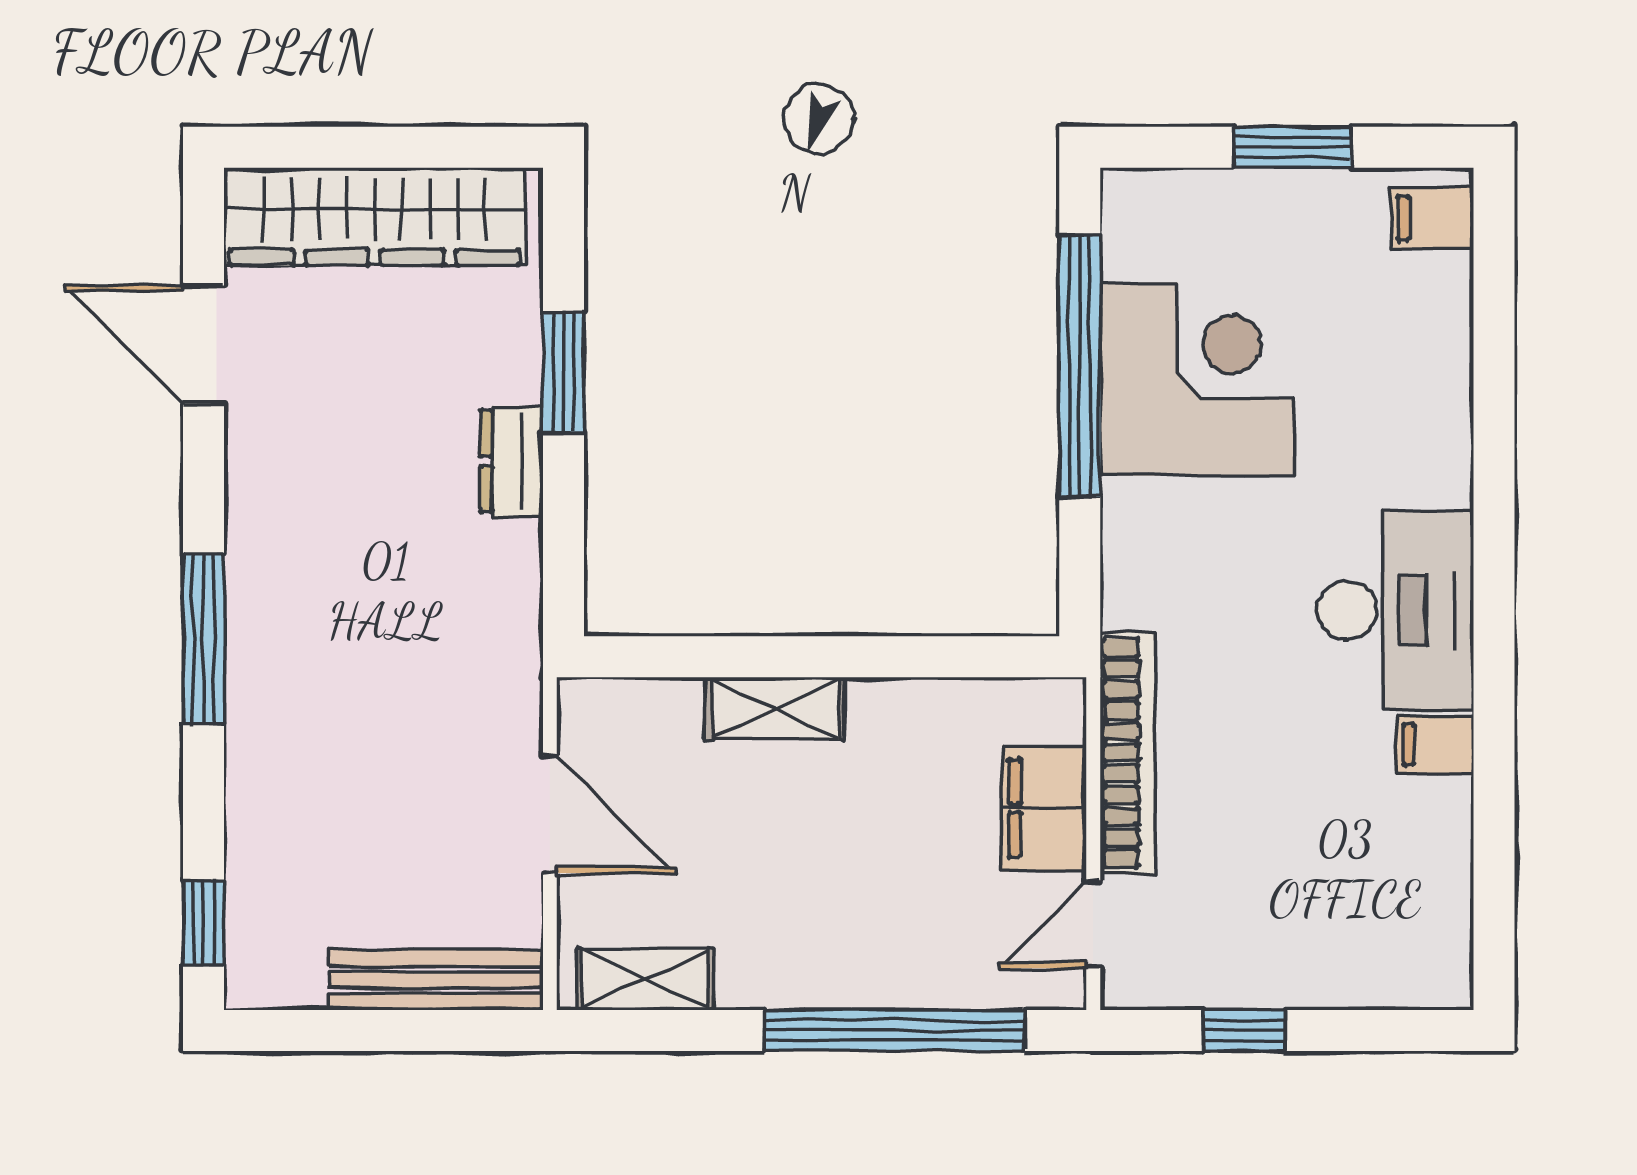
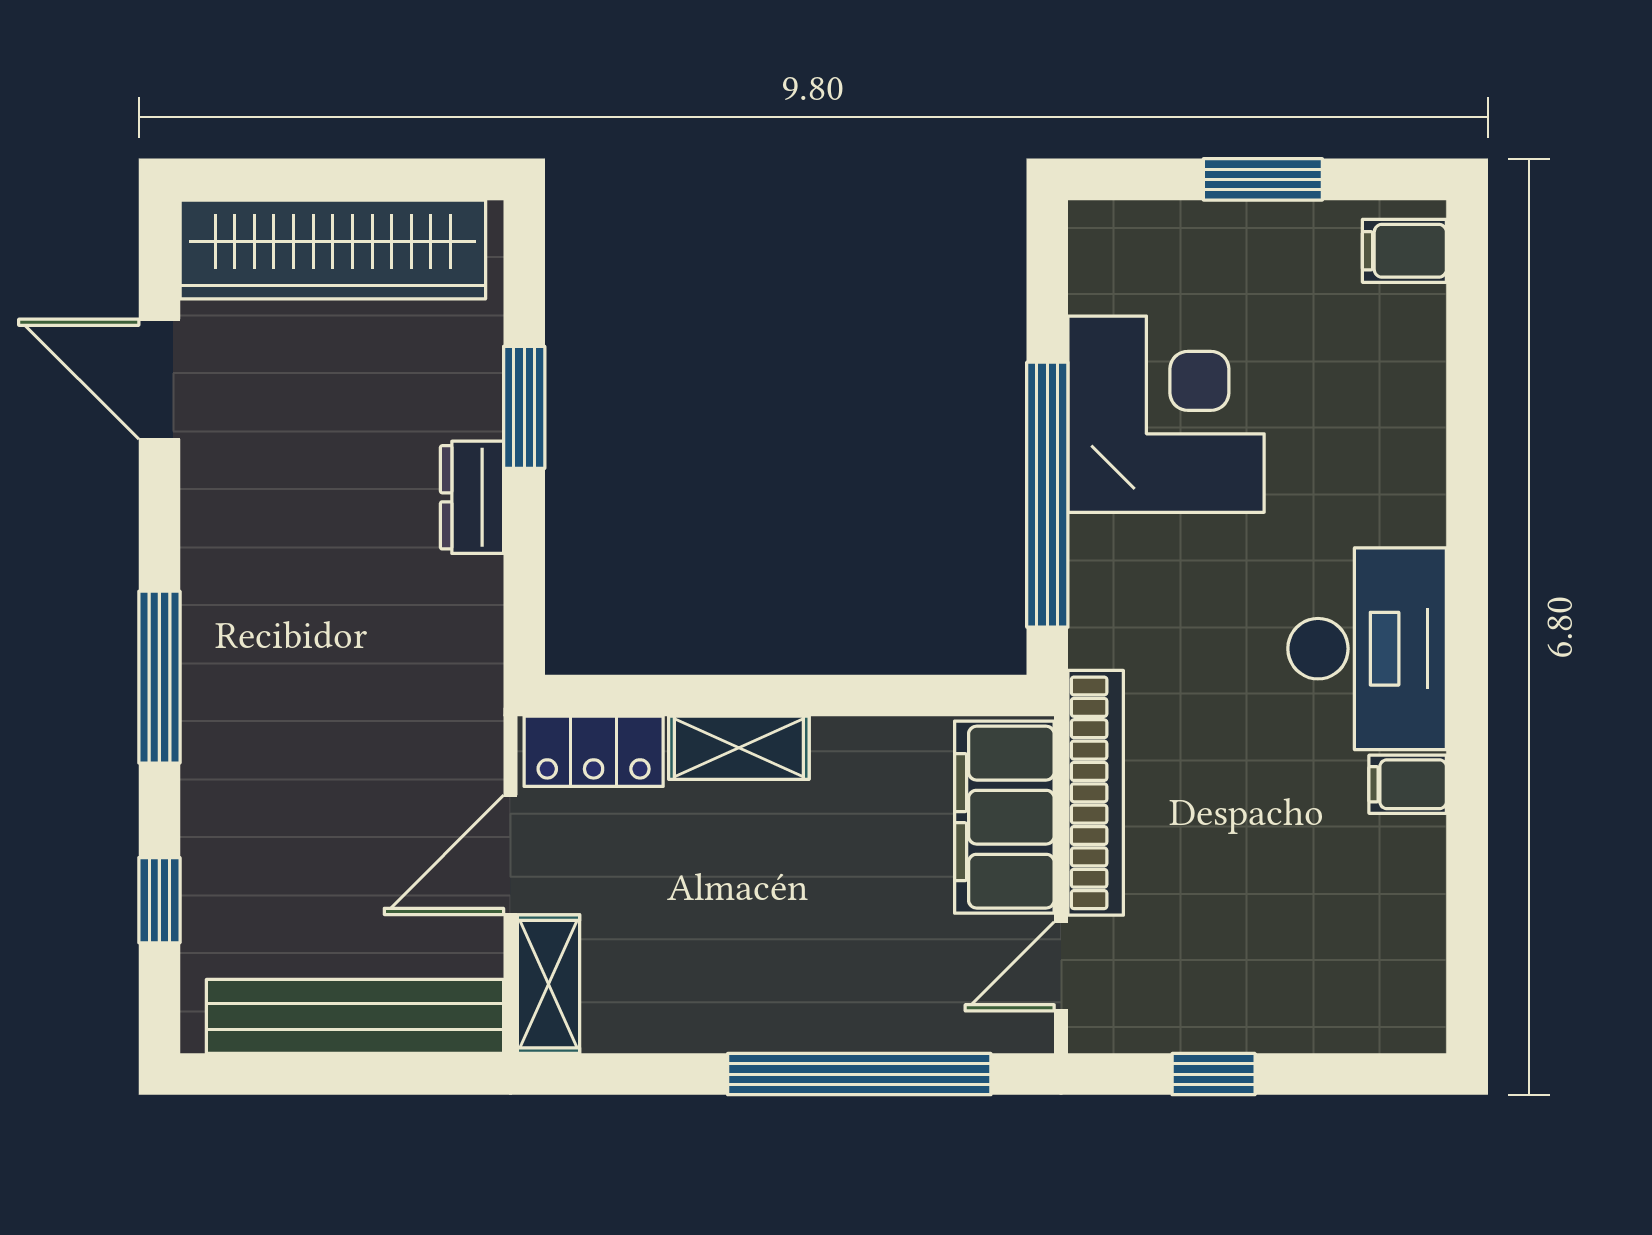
window: (1080, 366) -> (1047, 495), moved
locker: (632, 712) -> (594, 751), added
filing cabinet: (1044, 808) -> (1004, 817), width x1.50, depth x1.17
door: (550, 814) -> (510, 855), swing flipped
window: (203, 922) -> (159, 900), moved
shelving: (645, 979) -> (549, 984), moved, turned 90
bench: (436, 980) -> (355, 1016), width x1.37, depth x1.21

